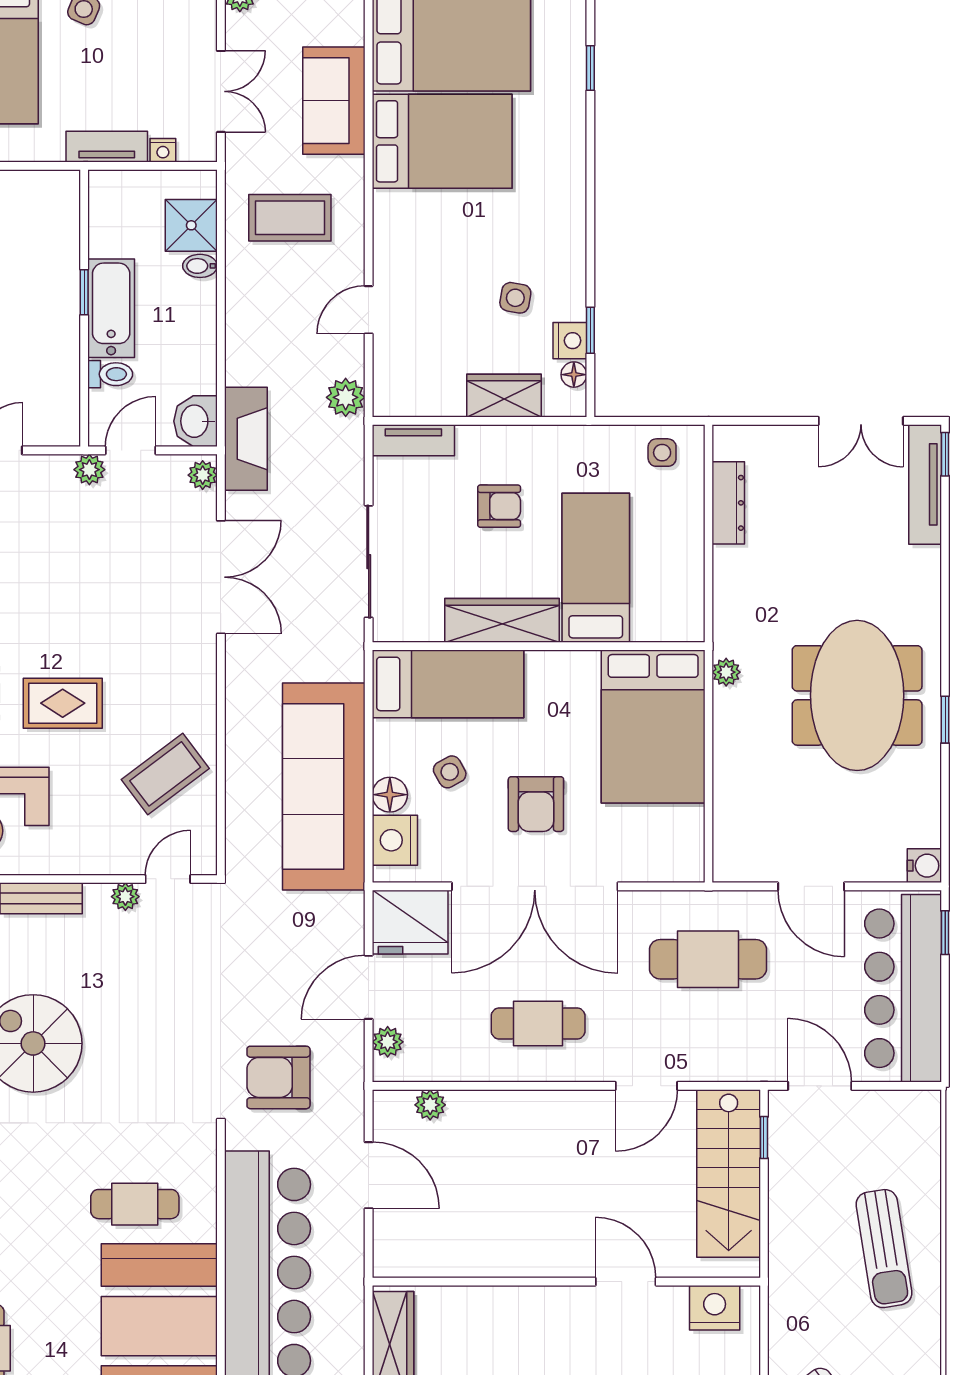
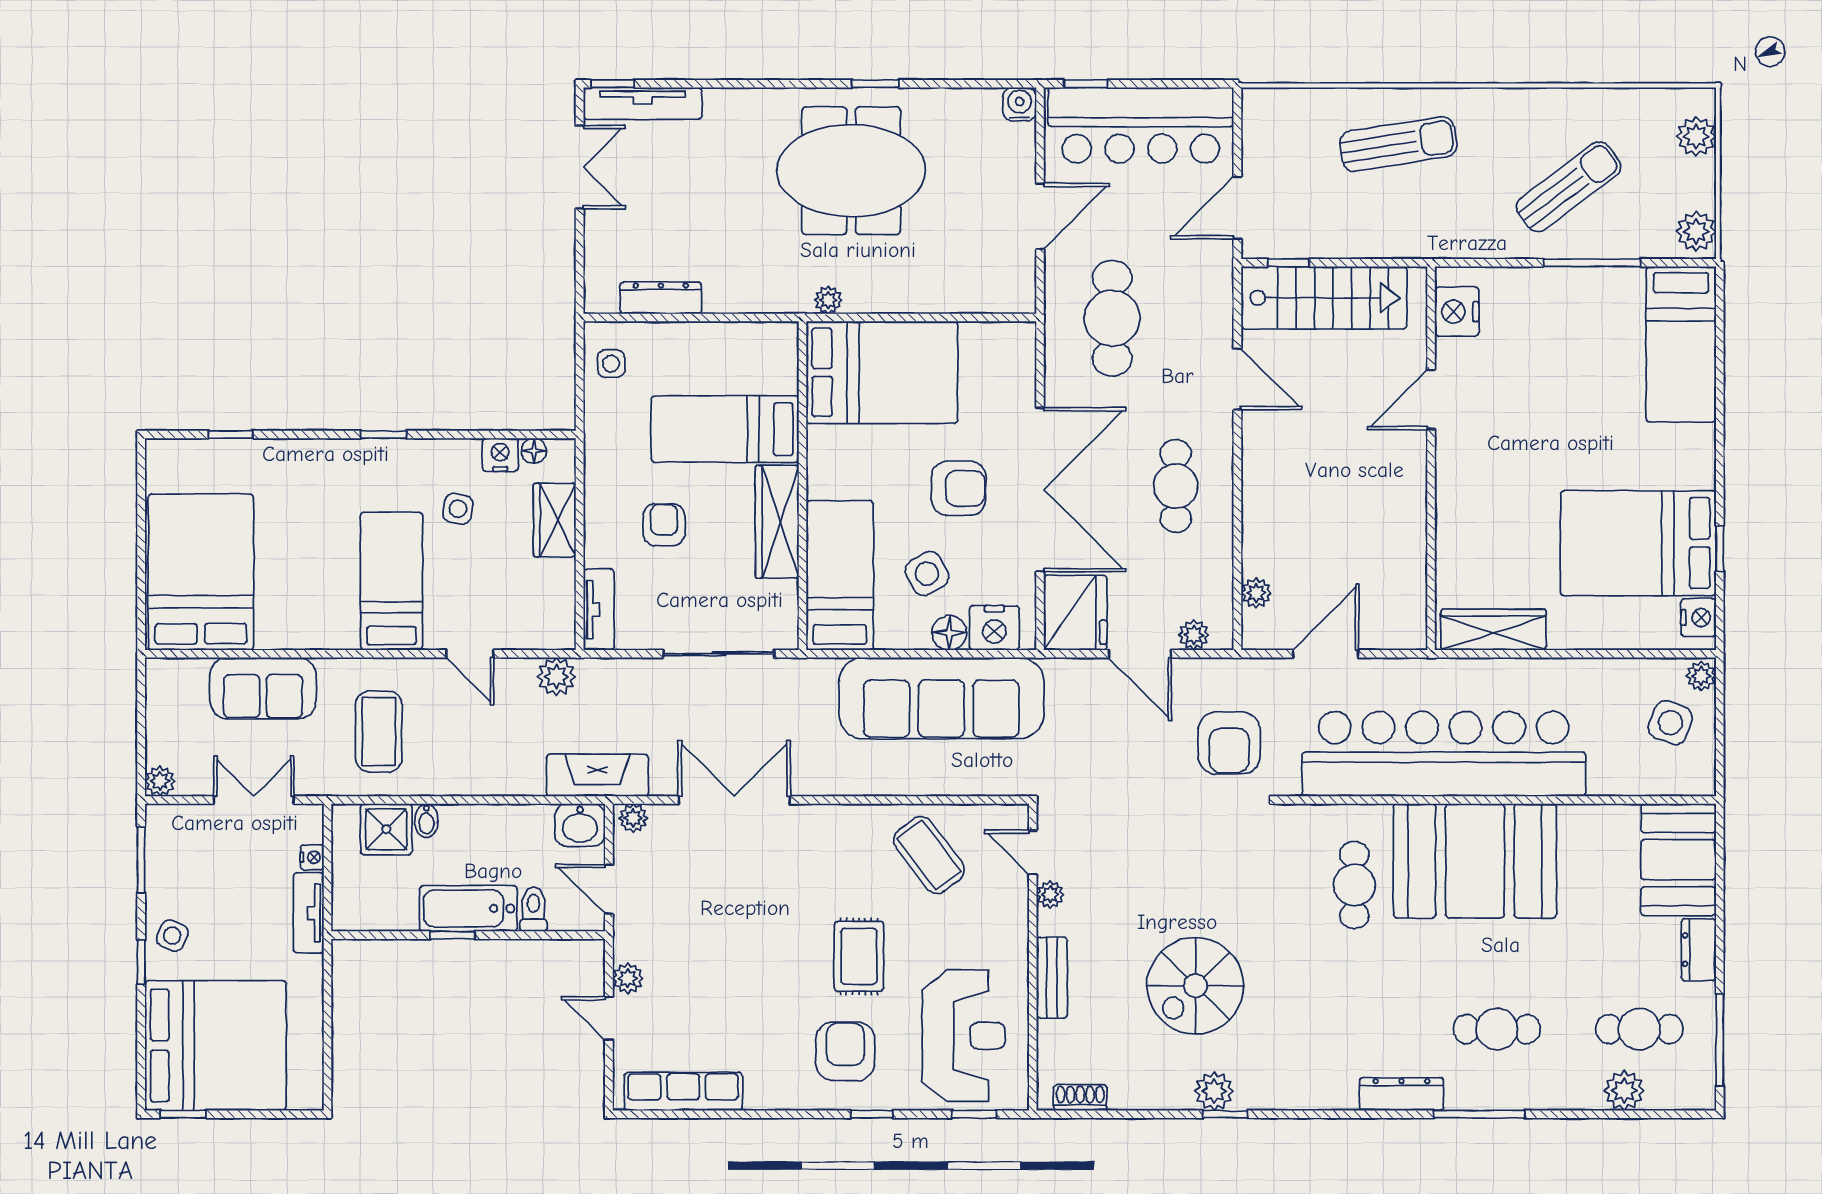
bed: (442, 141) -> (391, 581), moved, width x0.67
window: (590, 330) -> (384, 435), moved
plant: (89, 470) -> (628, 978), moved
side table: (450, 772) -> (927, 574), width x1.37, depth x1.37

